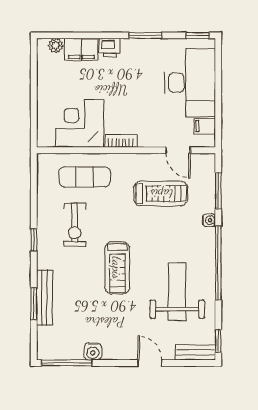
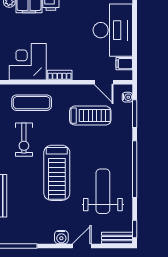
water cooler: (209, 220) -> (127, 97), moved
treadmill: (117, 268) -> (57, 173), width x1.37, depth x1.38
water cooler: (93, 351) -> (61, 237), moved
door: (150, 363) -> (82, 246), hinge flipped

